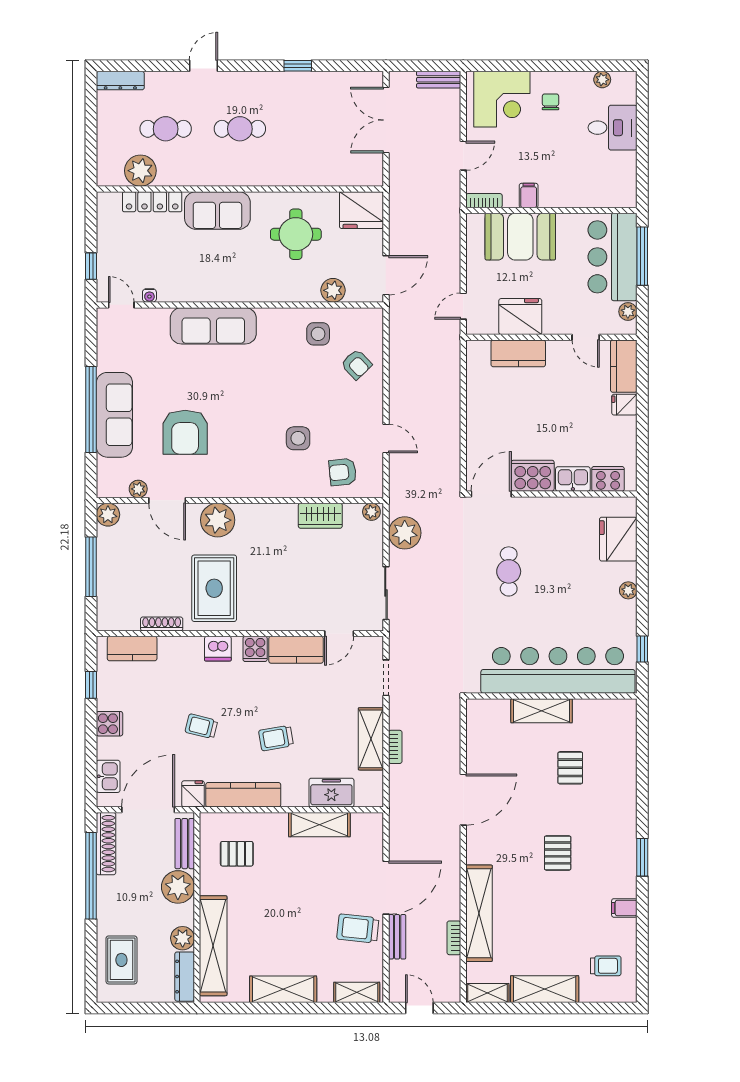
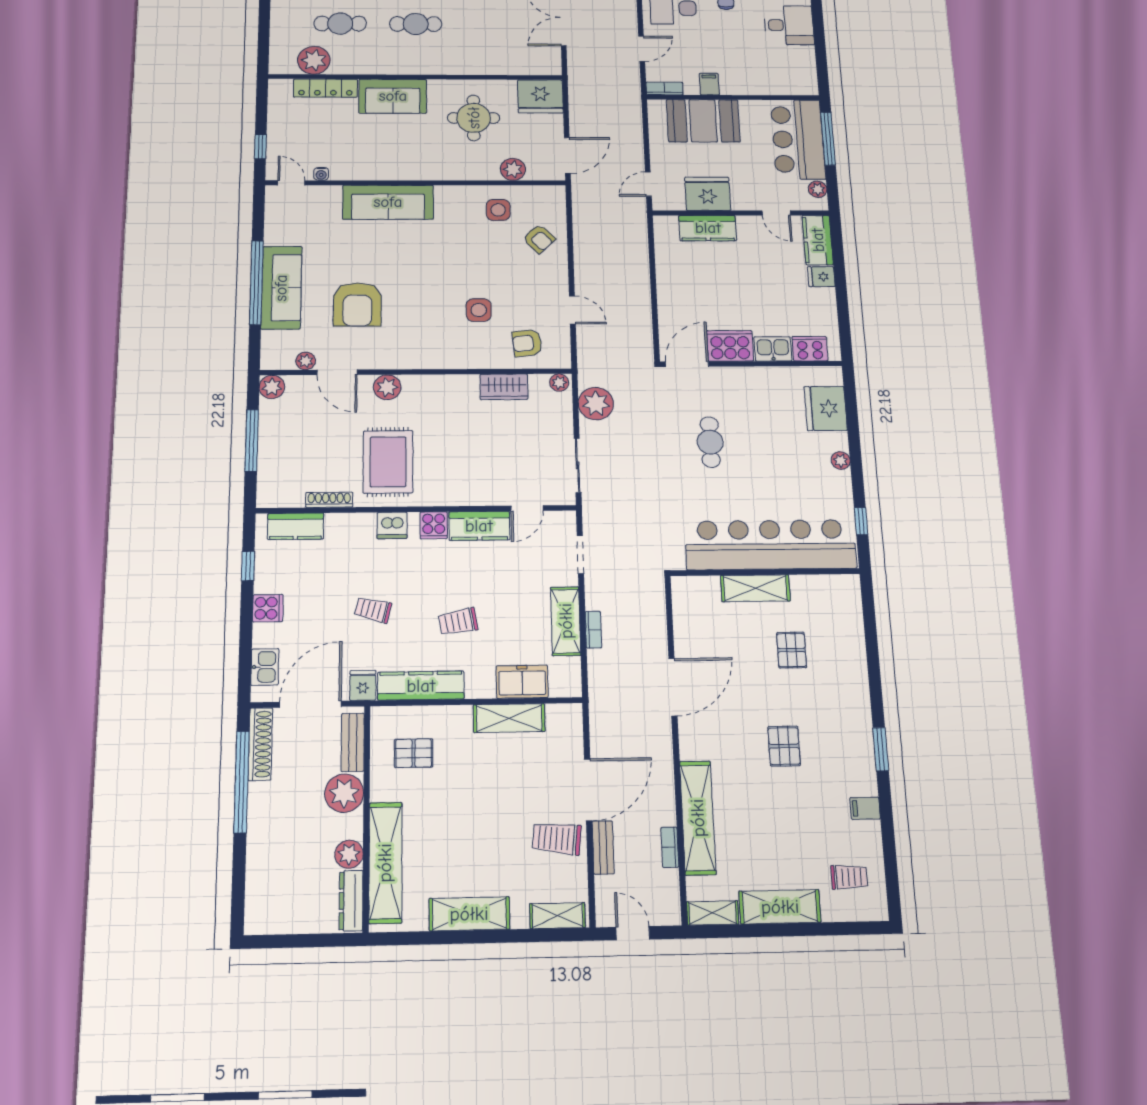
plant: (218, 520) -> (387, 387), width x0.73, depth x0.73
rug: (121, 960) -> (275, 882), removed

